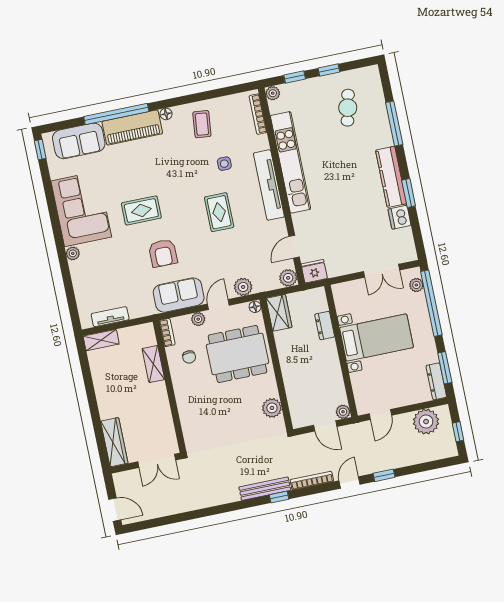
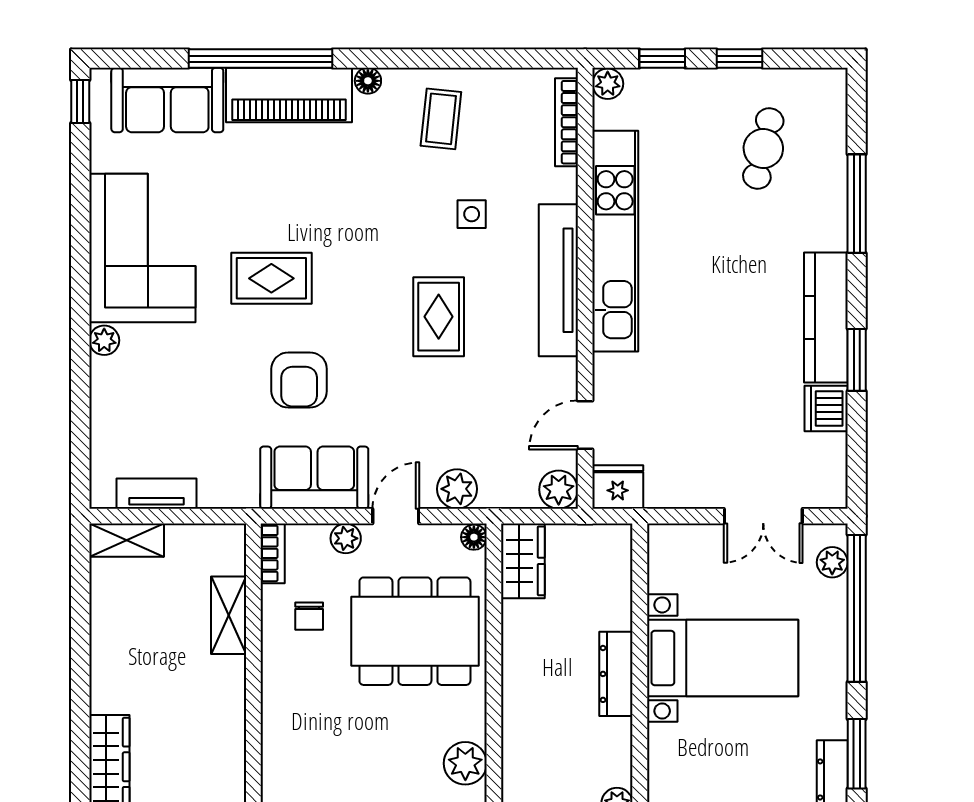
dresser: (325, 326) -> (616, 674), moved, width x1.44

